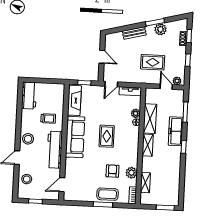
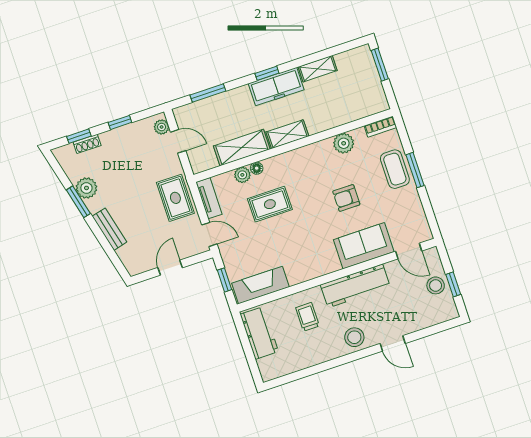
rug: (153, 62) -> (175, 198), moved
door: (166, 87) -> (178, 141), swing flipped
workbench: (29, 95) -> (259, 333), moved, turned 90
freezer: (176, 131) -> (276, 87), moved
rug: (107, 136) -> (270, 204), moved
sofa: (75, 137) -> (364, 246), moved, width x0.73
armchair: (112, 171) -> (346, 198), moved
stool: (27, 179) -> (436, 285), moved
shelving: (145, 183) -> (318, 69), moved

